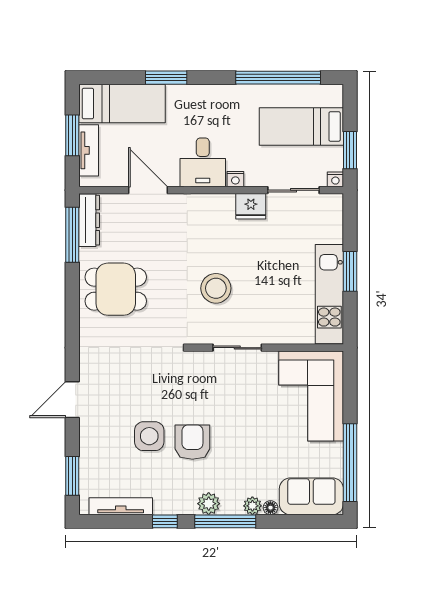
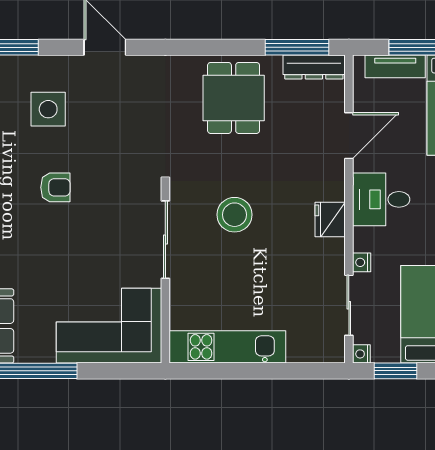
nightstand: (235, 179) -> (362, 262), moved
fridge: (251, 206) -> (330, 219), moved
window: (350, 271) -> (254, 371), removed
sliding door: (237, 348) -> (165, 240), width x1.37
side table: (149, 436) -> (48, 109), moved
armchair: (192, 442) -> (55, 187), width x0.72, depth x0.72

